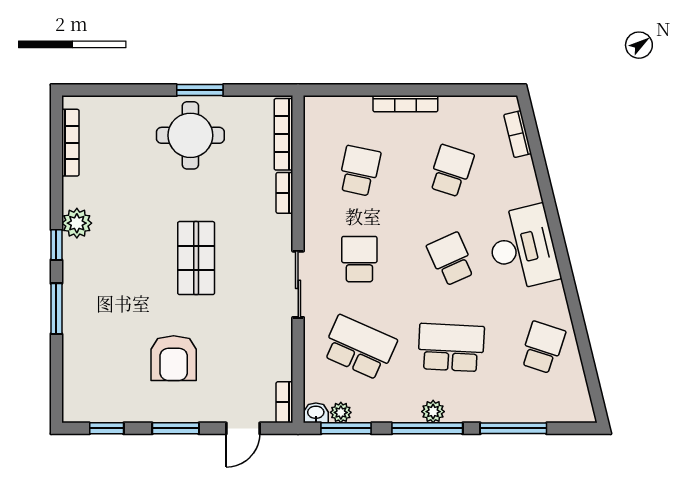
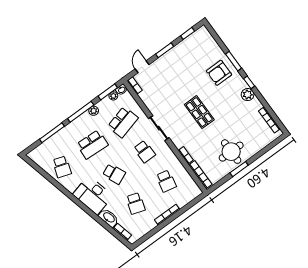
washbasin: (524, 181) -> (109, 218), added
school desk: (359, 347) -> (123, 122), turned -39
armchair: (174, 358) -> (219, 73), moved, turned -90
plant: (433, 412) -> (94, 111), moved

